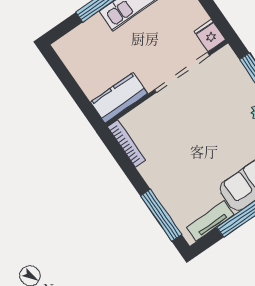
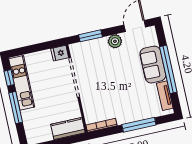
kitchen counter: (119, 98) -> (68, 129), moved, turned 90
window: (161, 215) -> (139, 125), moved

